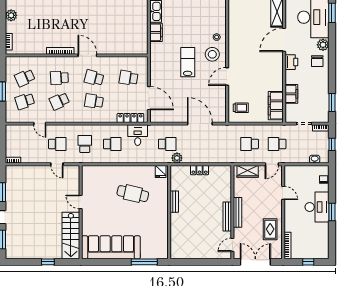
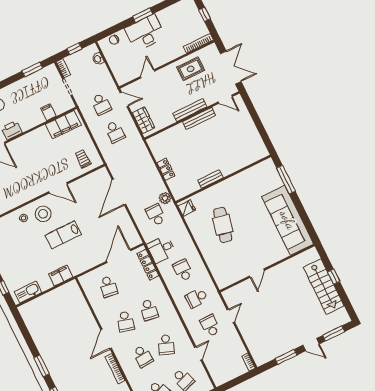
filing cabinet: (156, 32) -> (61, 276), moved
filing cabinet: (291, 94) -> (48, 112), width x0.50
school desk: (59, 101) -> (166, 345), turned 45
stairs: (71, 235) -> (324, 286), moved, turned 90
double door: (255, 262) -> (231, 68), swing flipped

